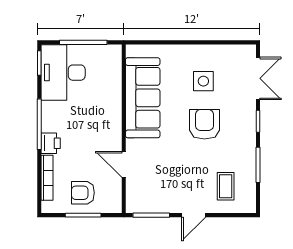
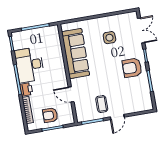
desk: (63, 73) -> (30, 65), moved
armchair: (204, 124) -> (132, 68), moved, turned -90
coffee table: (226, 186) -> (102, 104), moved

